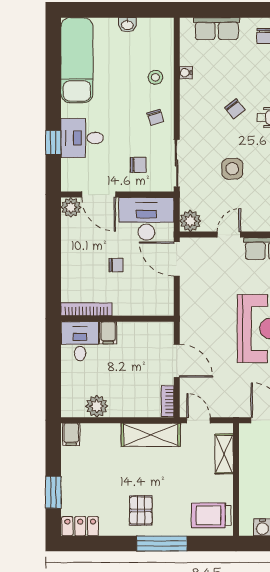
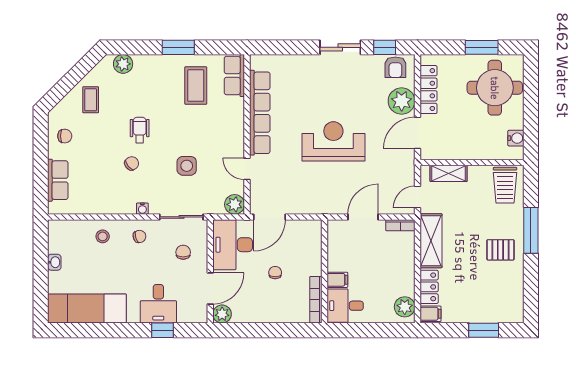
water cooler: (186, 73) -> (142, 209), moved
plant: (97, 406) -> (405, 307), moved
locker: (80, 526) -> (429, 287), moved, turned 180

